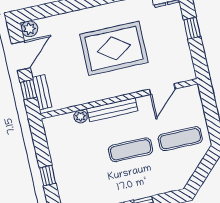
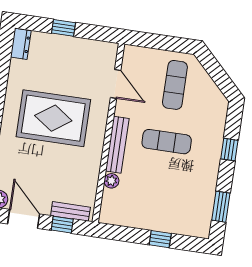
rug: (114, 48) -> (53, 118), turned 90
exercise mat: (131, 150) -> (167, 142), turned 90

